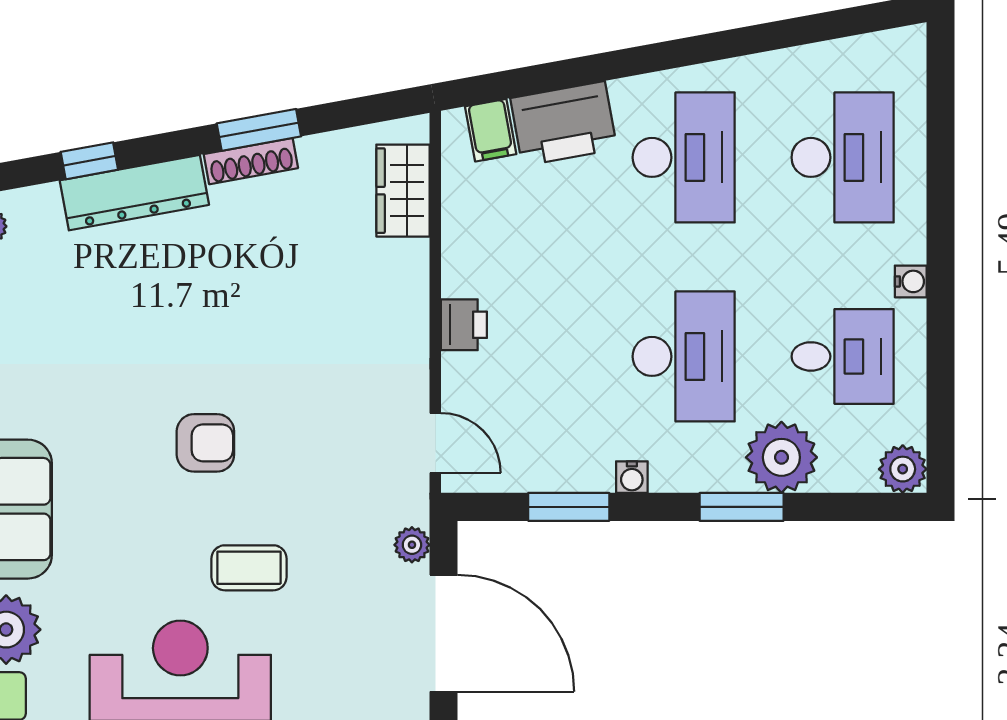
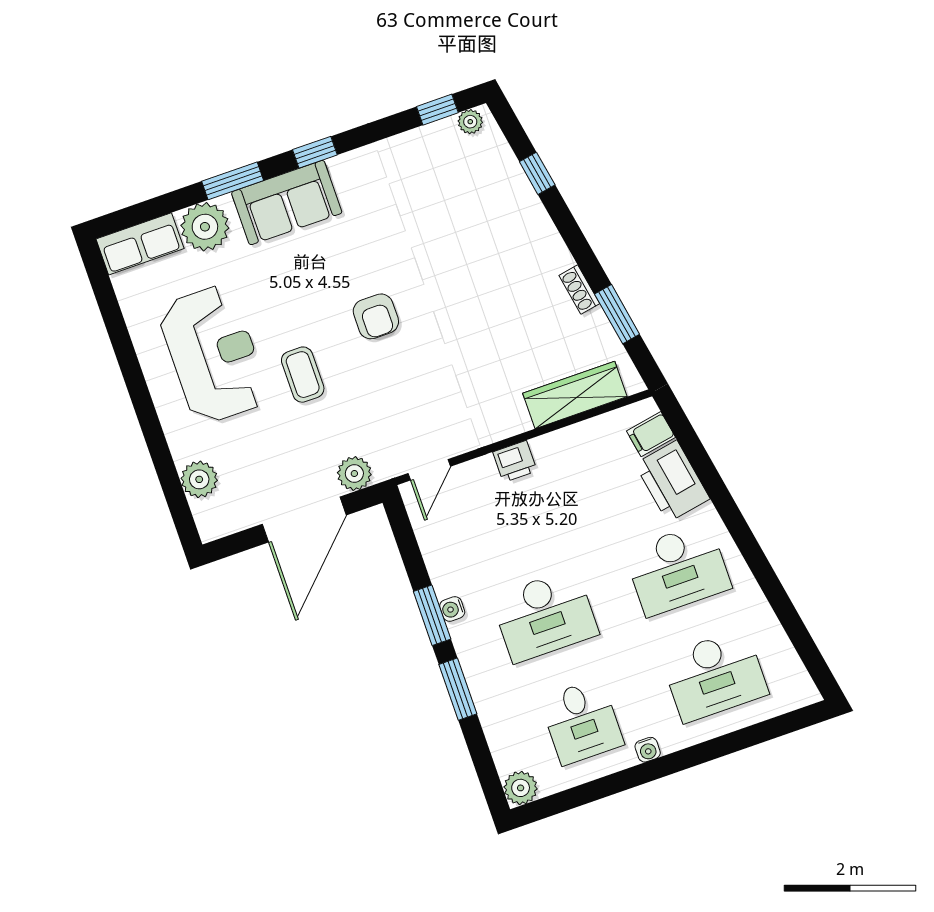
window: (259, 130) -> (617, 314), moved
shoe rack: (251, 161) -> (579, 290), width x0.70
wardrobe: (403, 191) -> (575, 395), width x1.50
dresser: (134, 193) -> (526, 211), removed
plant: (781, 457) -> (500, 704), removed
window: (569, 507) -> (432, 615), moved
plant: (412, 545) -> (354, 474), width x1.38, depth x1.38

